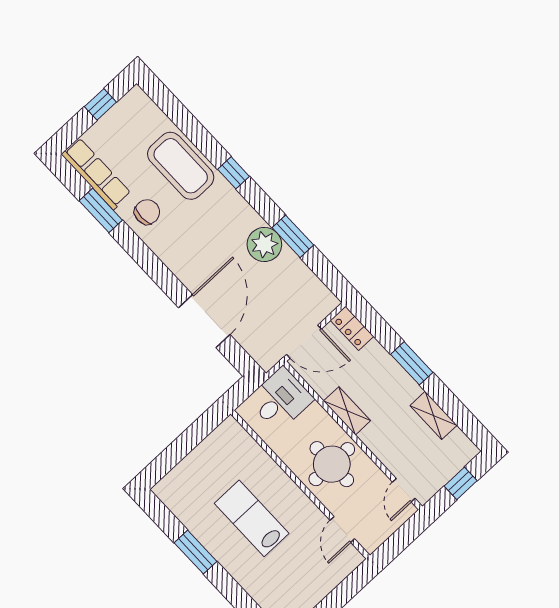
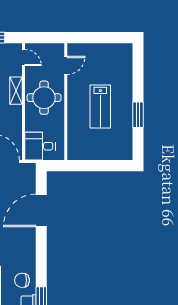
shelving: (347, 411) -> (16, 91), moved
door: (404, 490) -> (24, 58), hinge flipped

